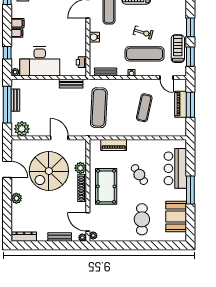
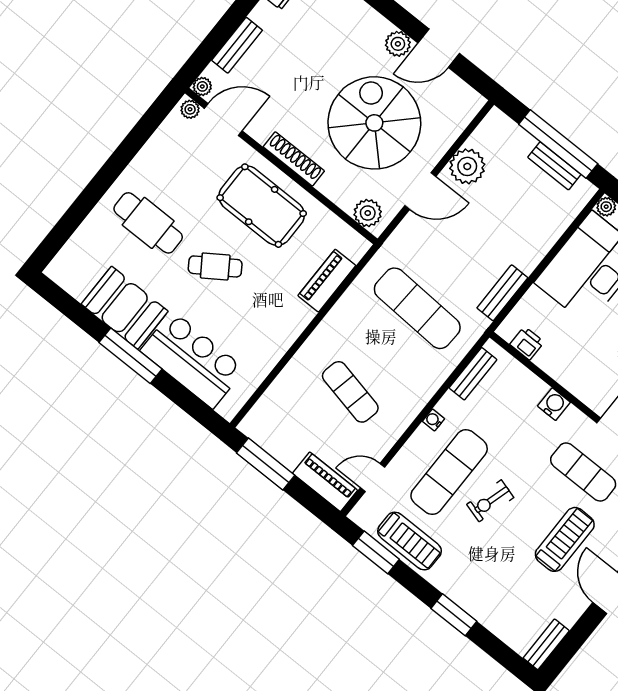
window: (190, 27) -> (454, 615), moved
piano: (181, 104) -> (325, 482), moved
window: (190, 105) -> (266, 464), moved
plant: (22, 129) -> (467, 166), moved
plant: (80, 168) -> (368, 213), moved
cafe table: (139, 175) -> (215, 266), moved
plant: (16, 198) -> (398, 44), moved
booth: (176, 216) -> (125, 308), moved

